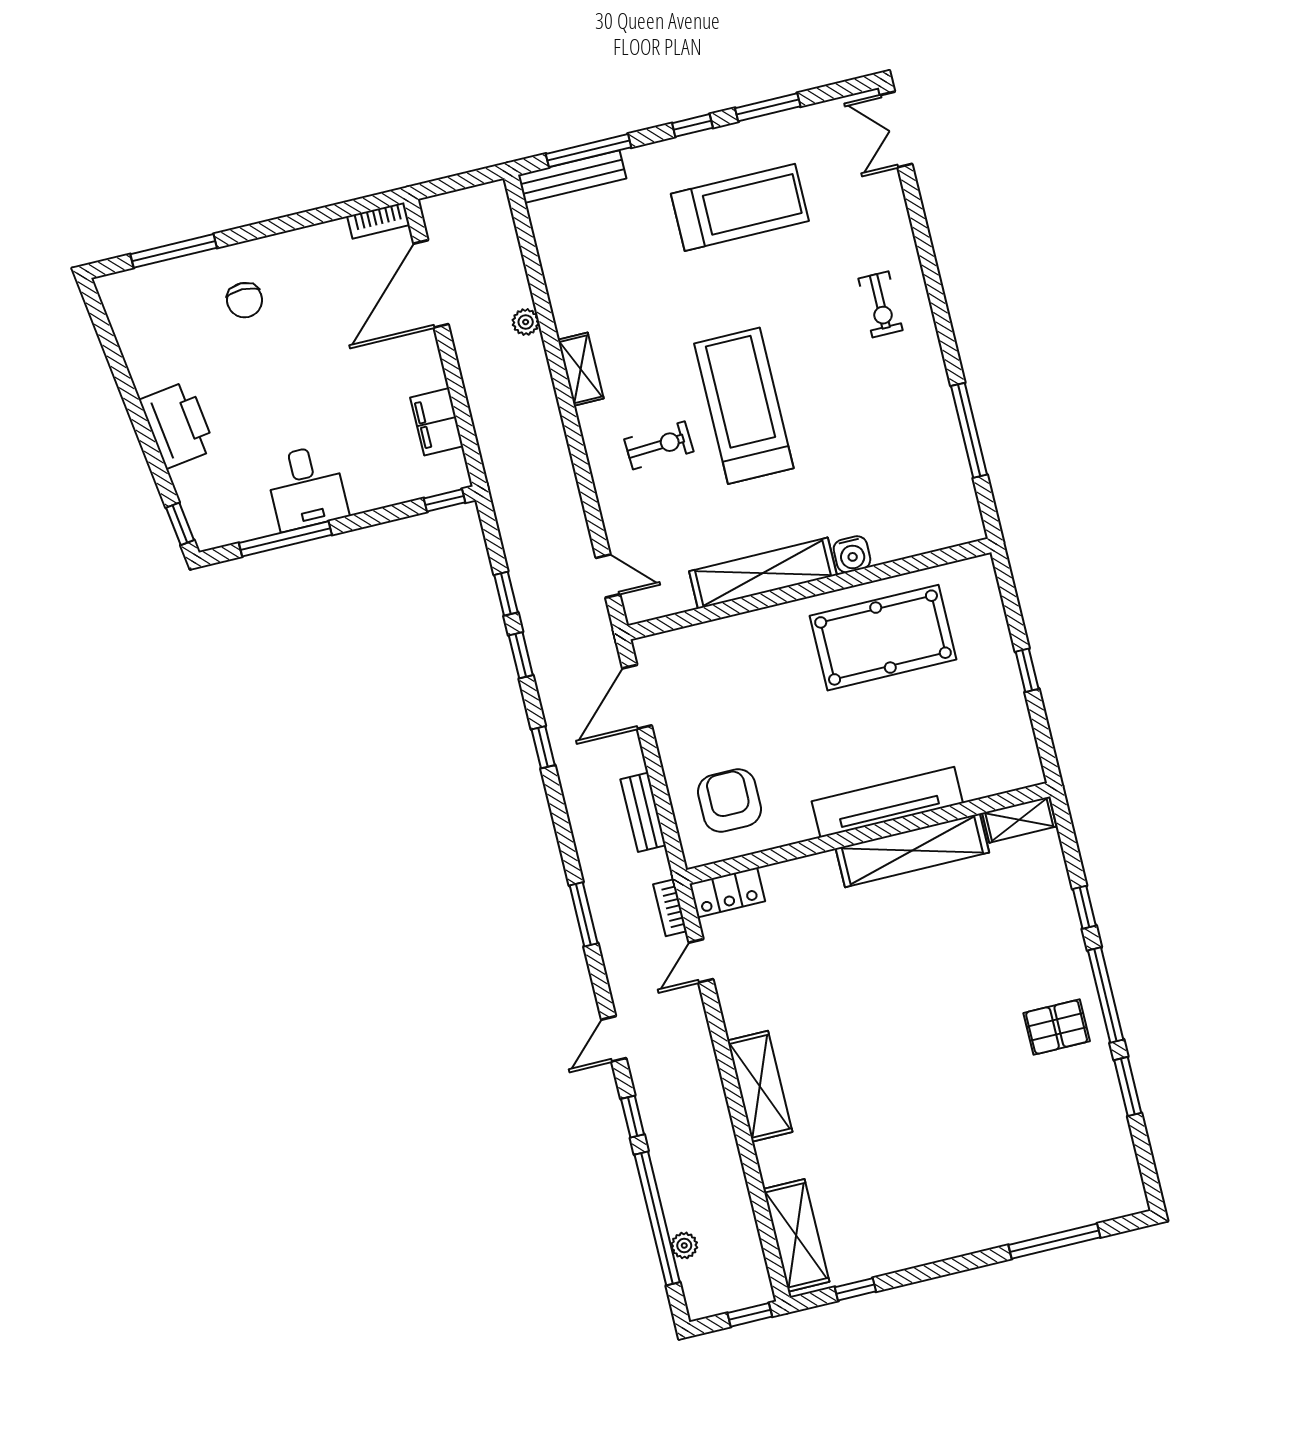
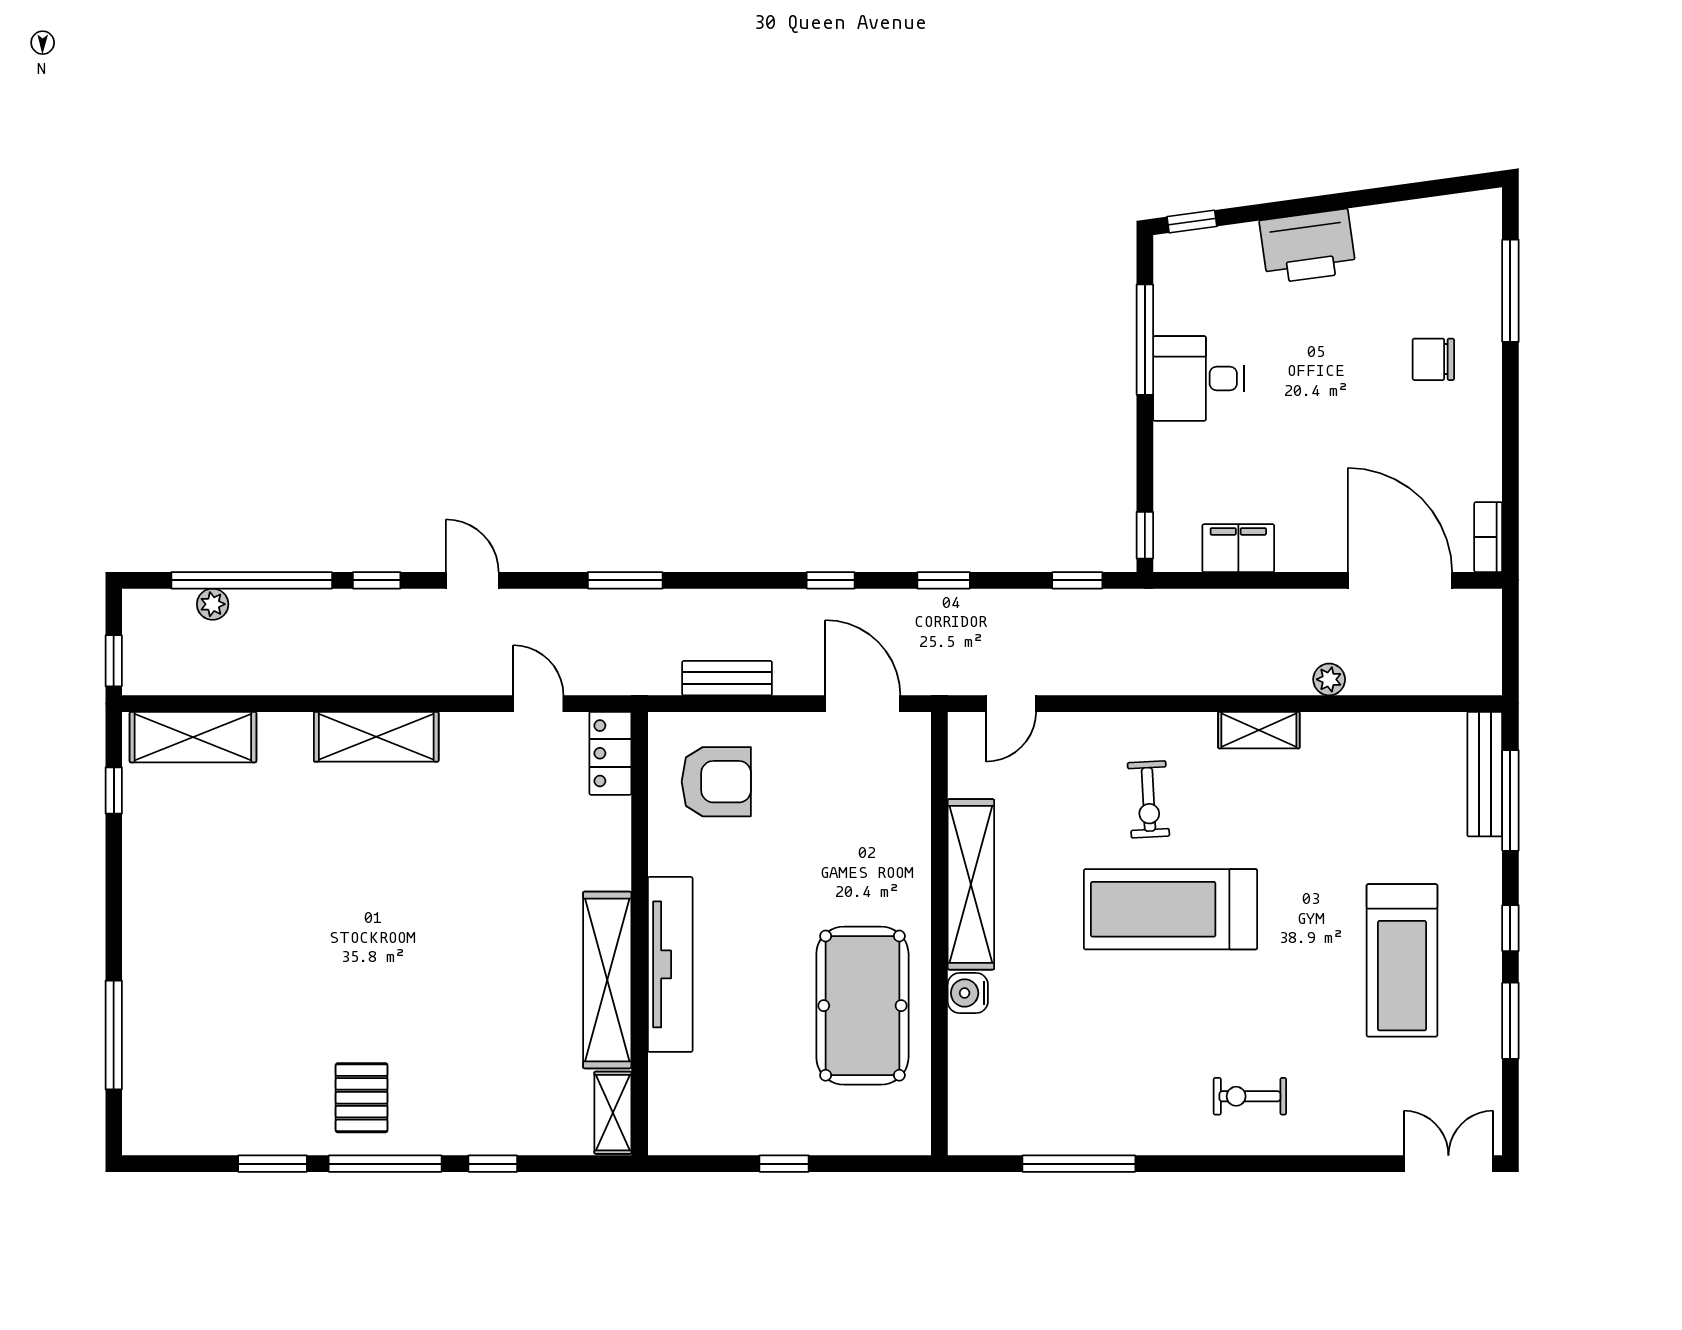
treadmill: (744, 406) -> (1170, 909), turned 180
window: (506, 594) -> (1077, 580), moved
bookcase: (670, 908) -> (609, 683), removed

